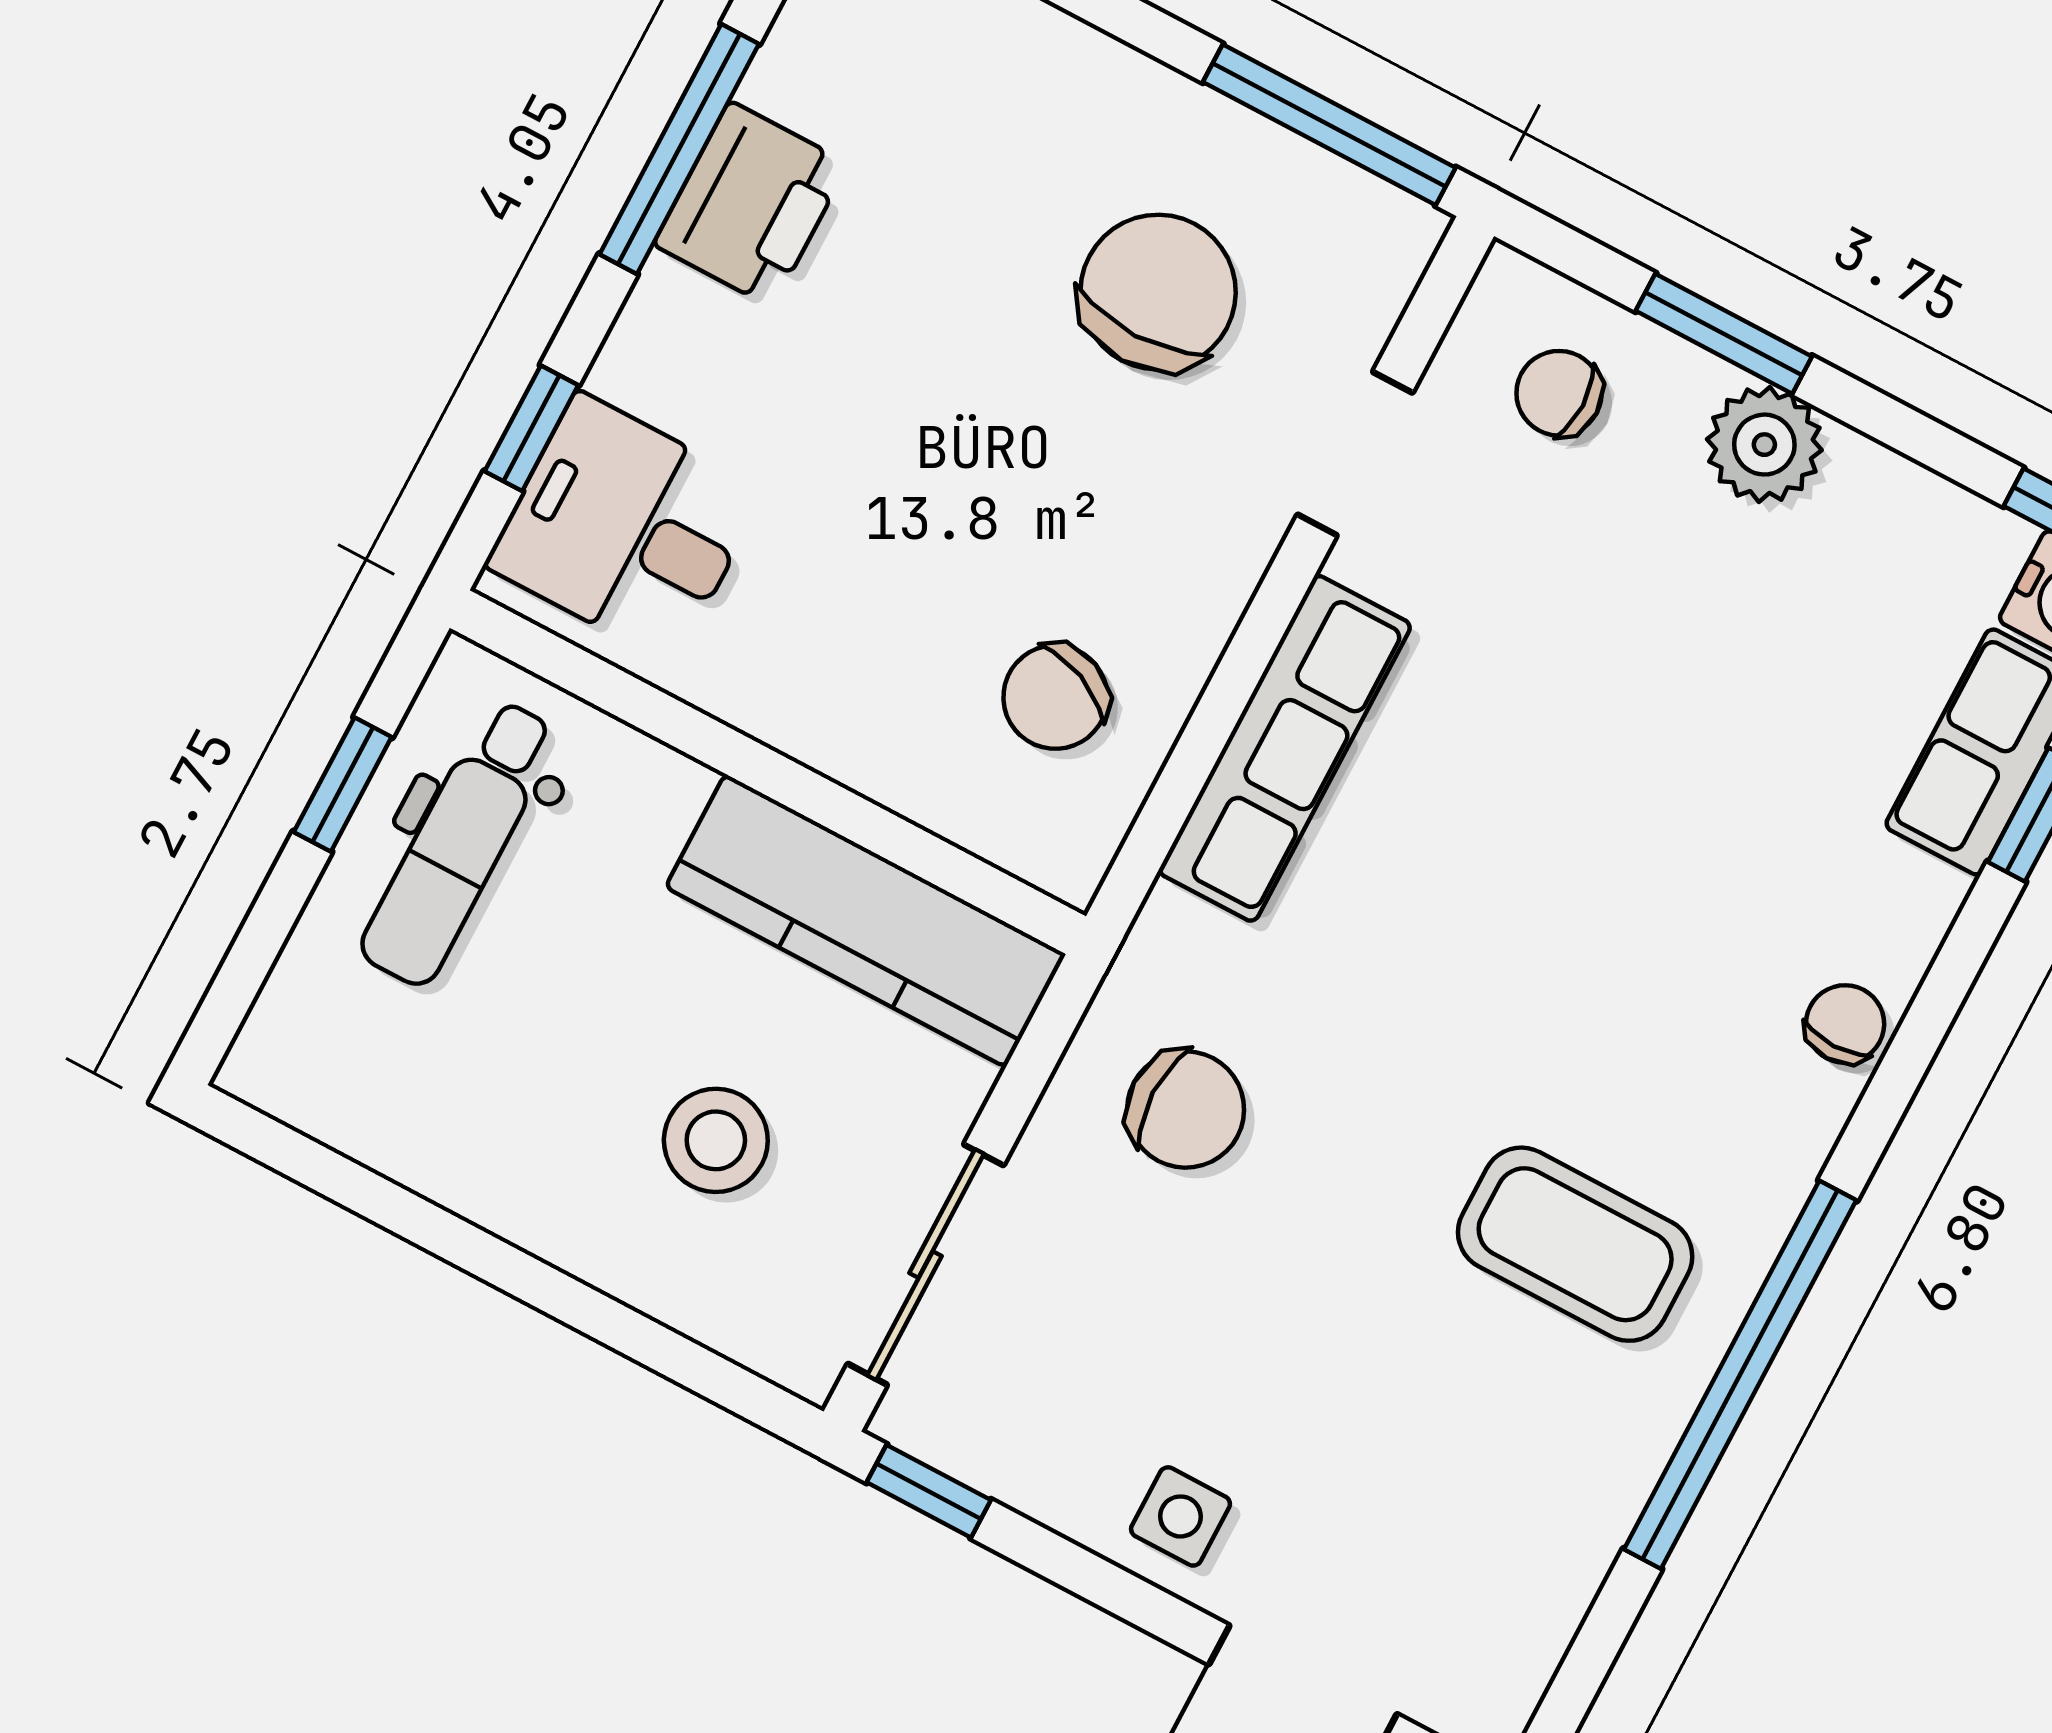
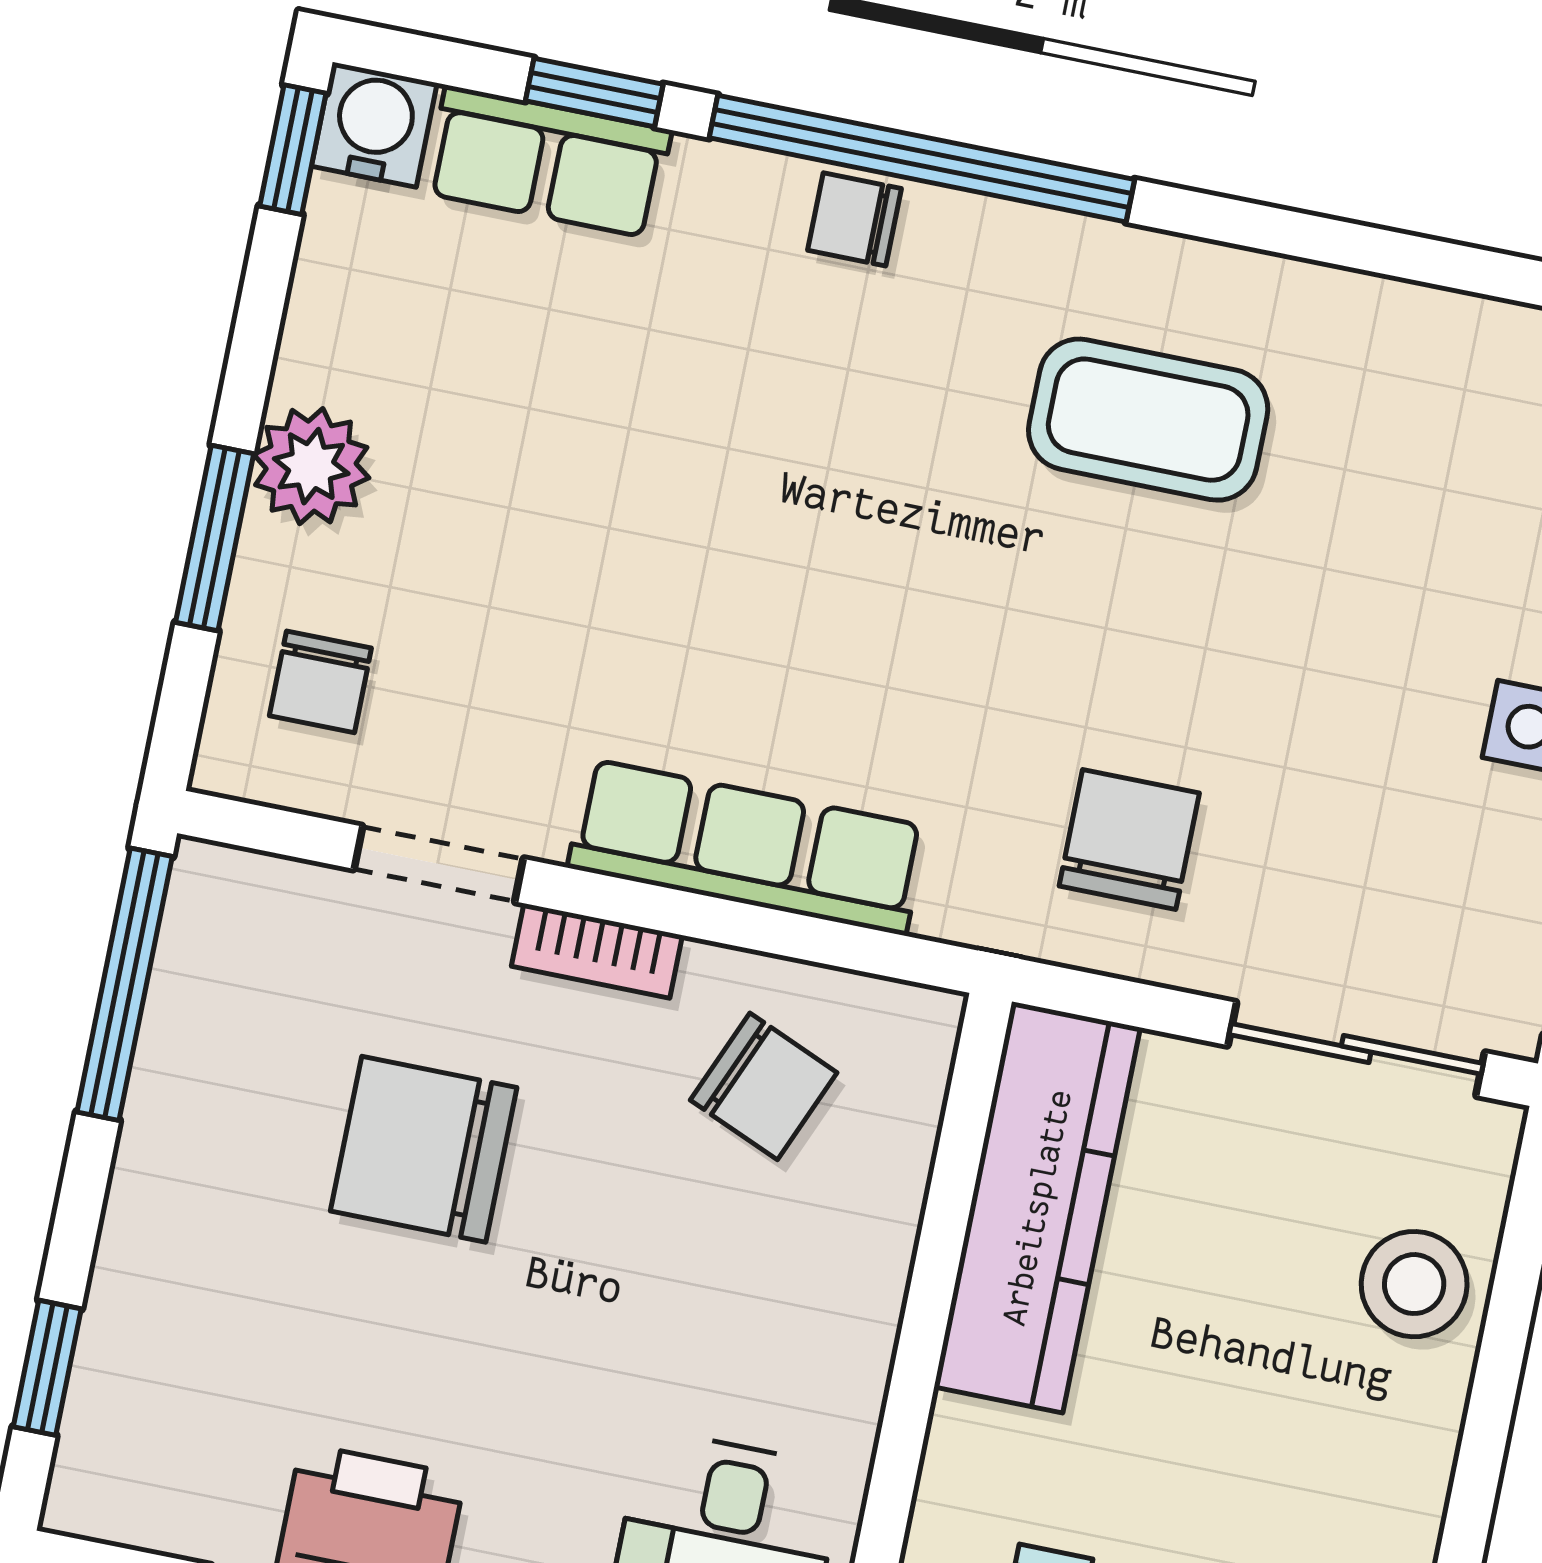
chair: (1158, 292) -> (424, 1149), moved
bookcase: (1229, 578) -> (597, 951), added
stool: (716, 1140) -> (1414, 1284), moved
coffee table: (1575, 1244) -> (1148, 420), turned 90
window: (1740, 1375) -> (922, 159), moved

